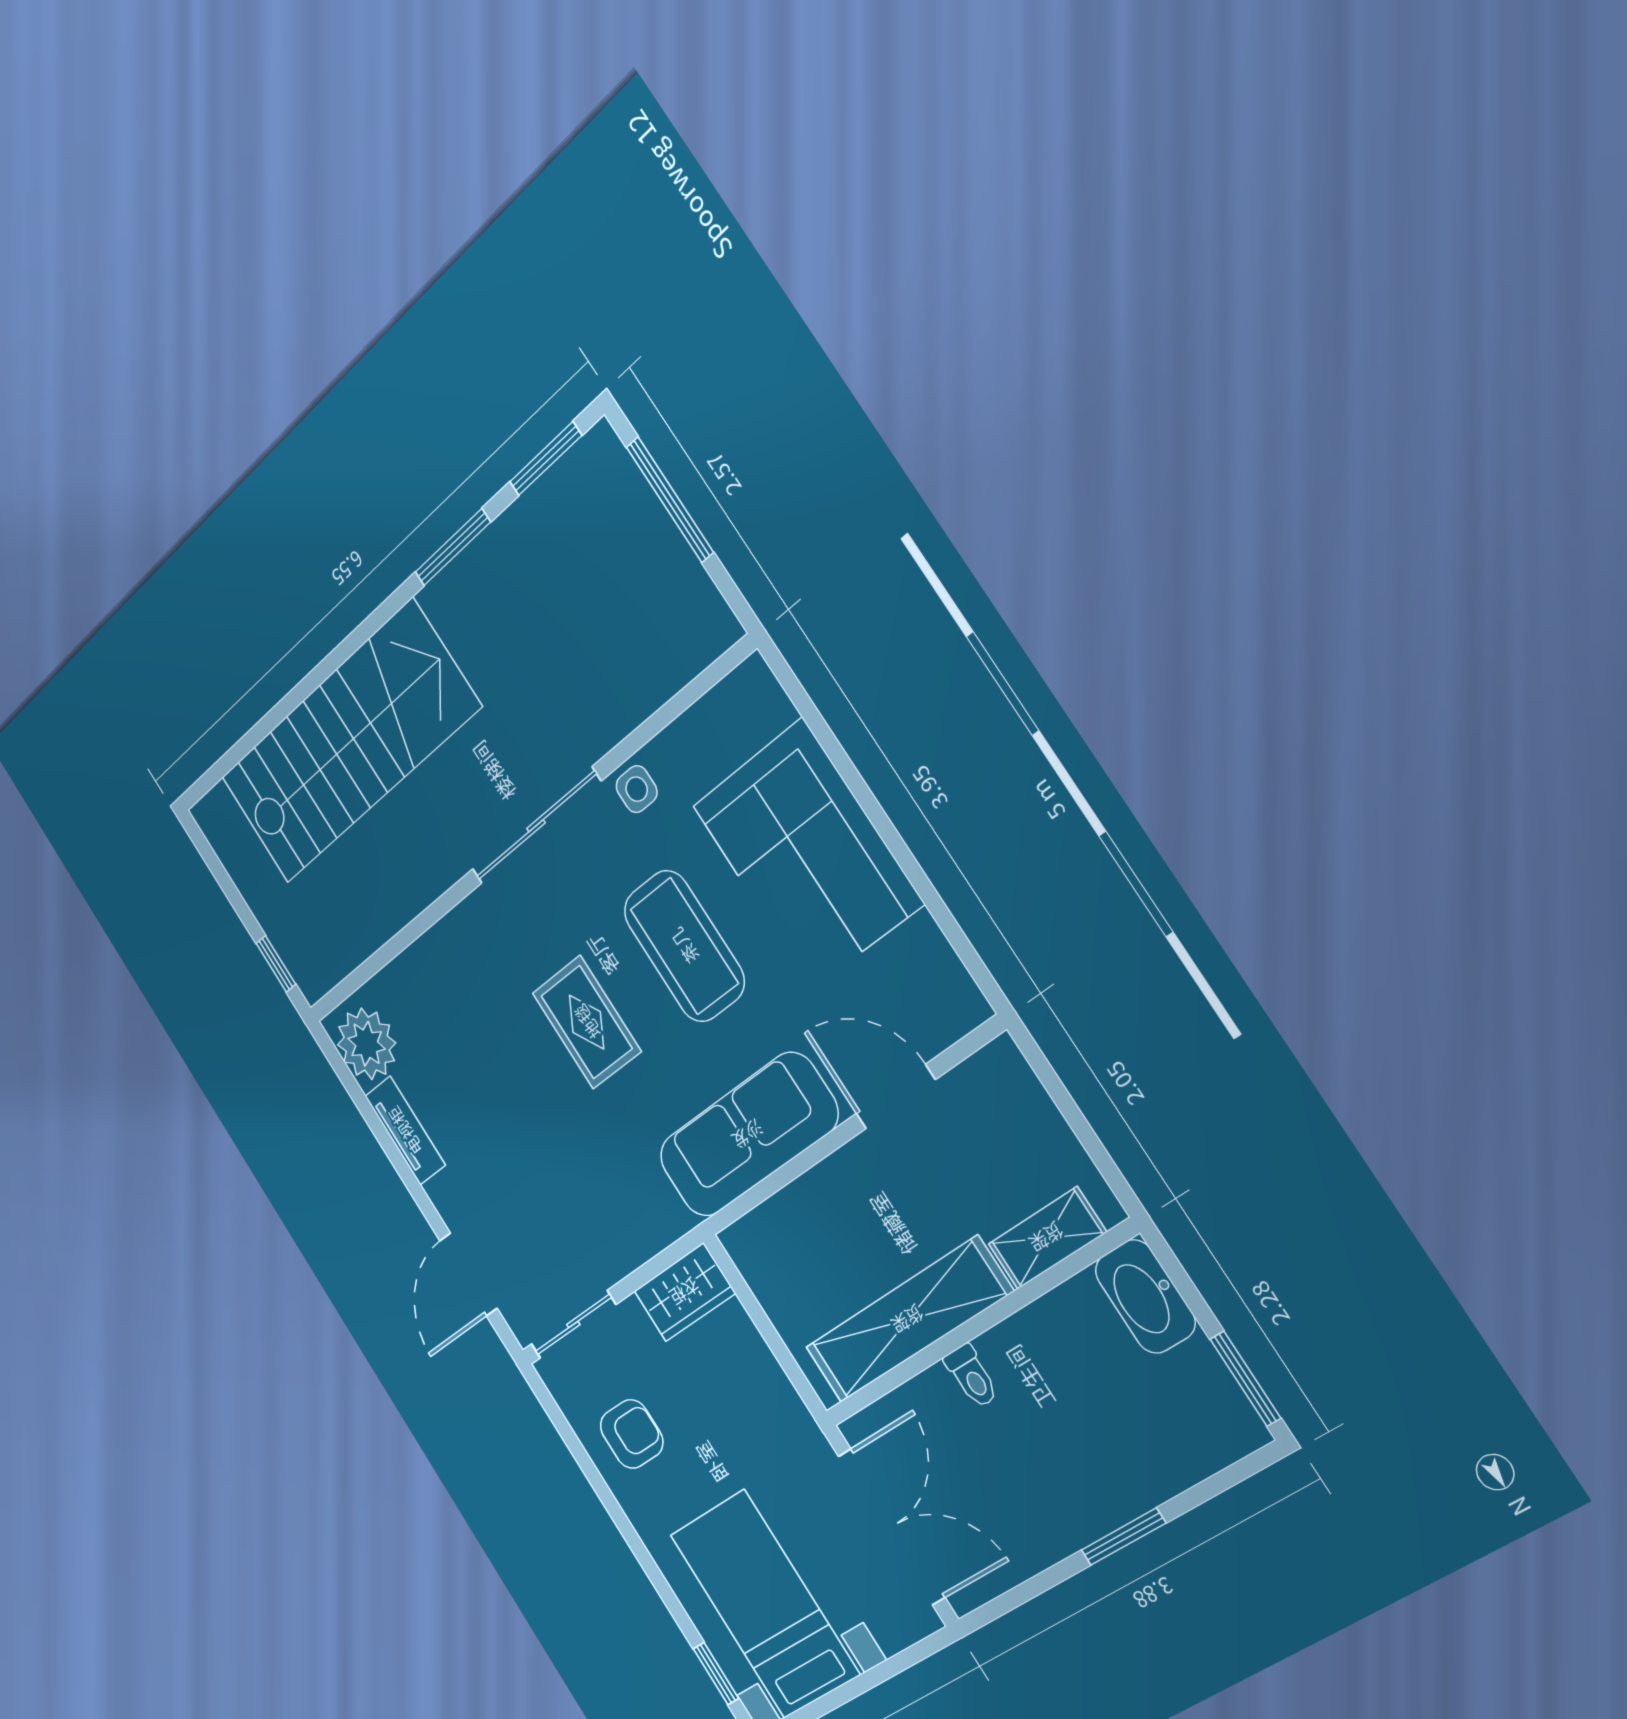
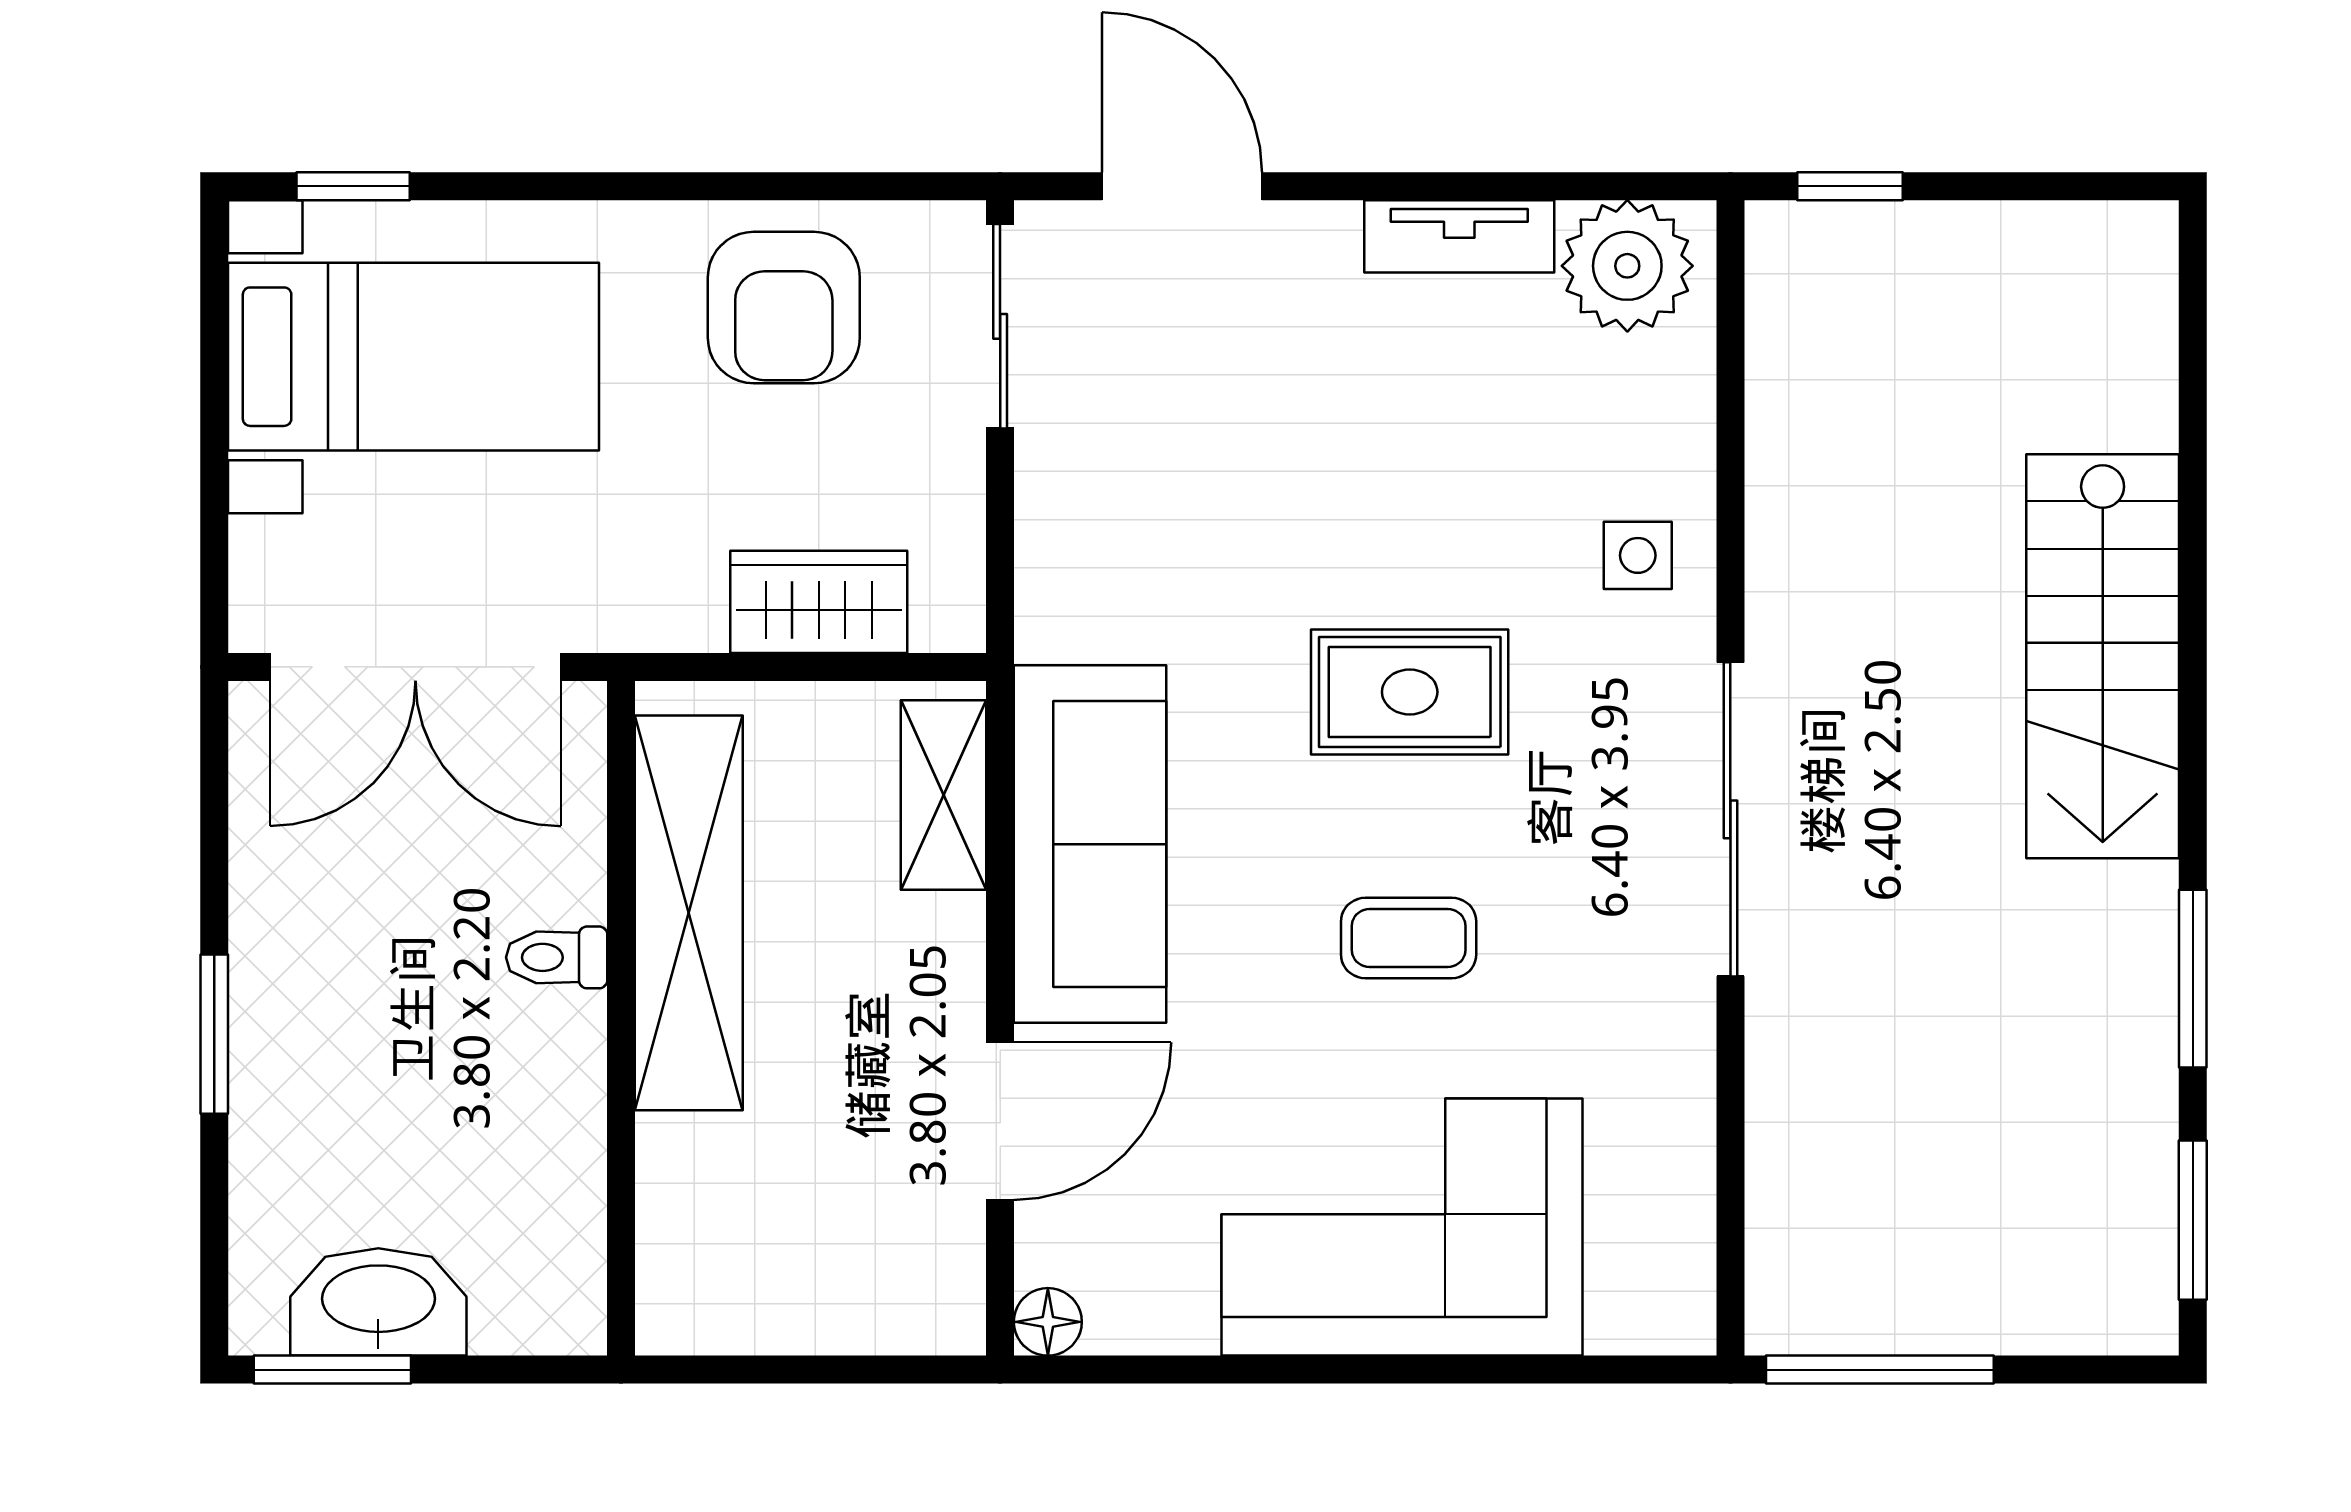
window: (670, 500) -> (1880, 1370), moved
stairs: (349, 743) -> (2103, 656), width x0.73, depth x0.66
side table: (637, 789) -> (1638, 555), moved
coffee table: (684, 946) -> (1409, 938), width x0.54, depth x0.58
floor lamp: (970, 1007) -> (1048, 1322), added
shelving: (1047, 1238) -> (944, 795), moved
wardrobe: (685, 1292) -> (819, 602), moved, turned 90
washbasin: (1145, 1297) -> (378, 1302), moved
armchair: (632, 1434) -> (784, 308), width x1.38, depth x1.38

